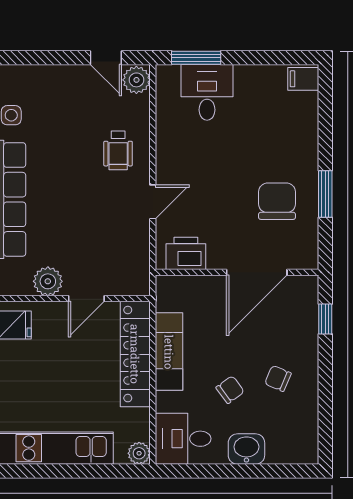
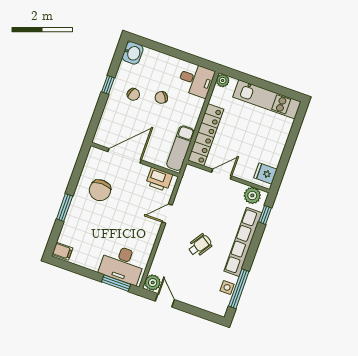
desk: (207, 92) -> (122, 264), width x1.37
wheelchair: (118, 150) -> (200, 245), moved, turned 34
window: (325, 194) -> (65, 207), moved
plant: (48, 281) -> (252, 195), moved
window: (325, 319) -> (108, 85), moved
exam couch: (169, 352) -> (180, 148), moved
washbasin: (246, 449) -> (133, 53), moved, turned -90

